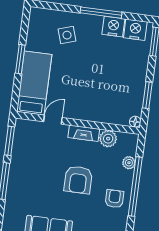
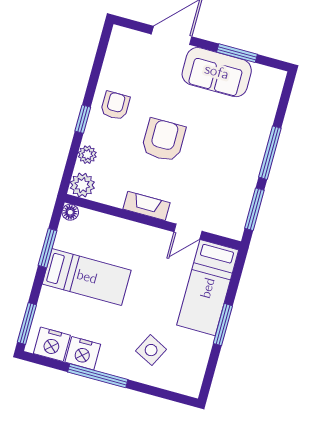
side table: (67, 35) -> (151, 350), turned 45
bed: (118, 79) -> (87, 277), added
plant: (108, 139) -> (82, 185), moved
window: (135, 187) -> (83, 119), width x0.32
armchair: (114, 199) -> (115, 106), turned 180

